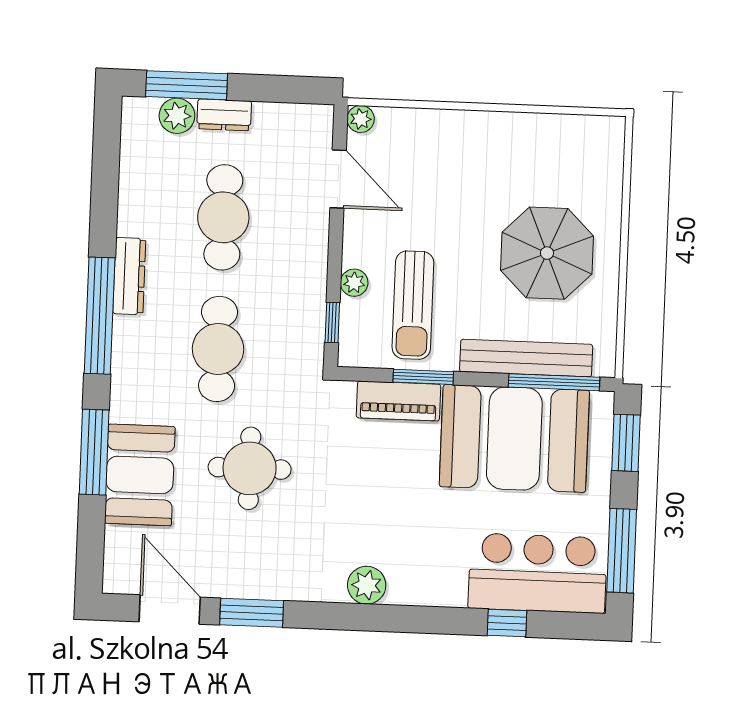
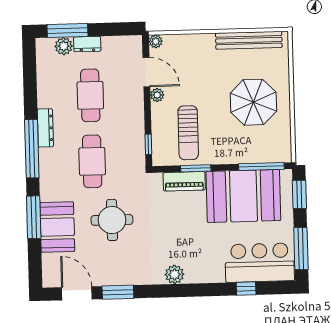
plant: (354, 283) -> (157, 95), moved
bench: (526, 358) -> (249, 40), moved

